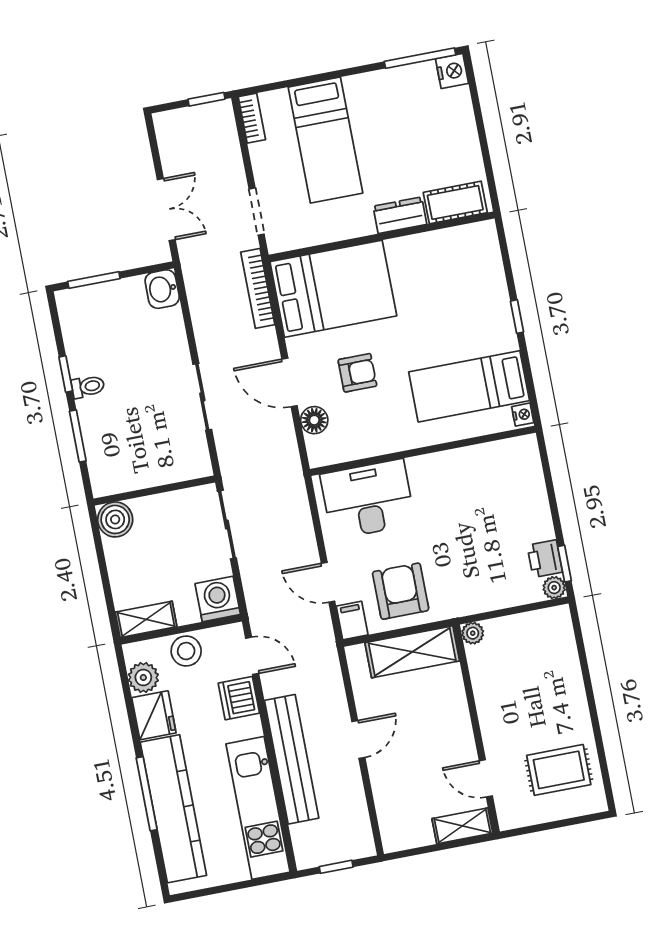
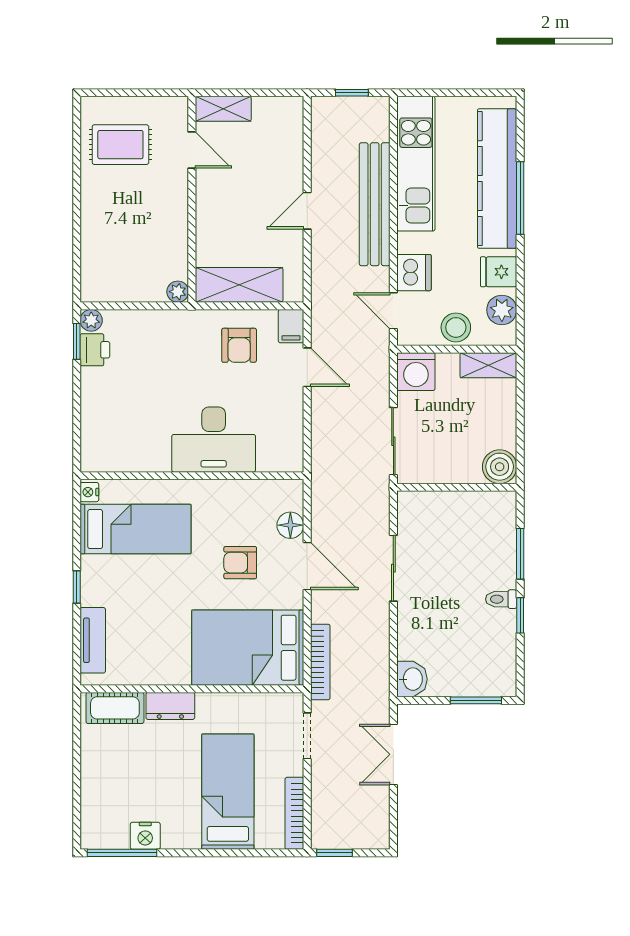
nightstand: (452, 71) -> (145, 836), moved, turned -90
bookcase: (252, 118) -> (294, 813), width x1.56
tv unit: (491, 266) -> (93, 640), added
desk: (368, 499) -> (214, 440), moved
armchair: (401, 591) -> (239, 345), width x0.72, depth x0.72
fridge: (154, 715) -> (499, 272), width x0.72

